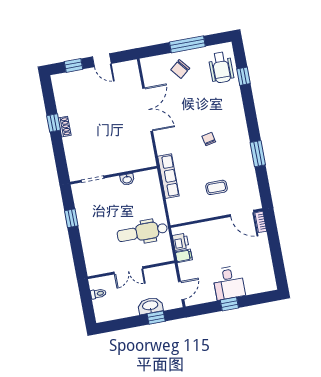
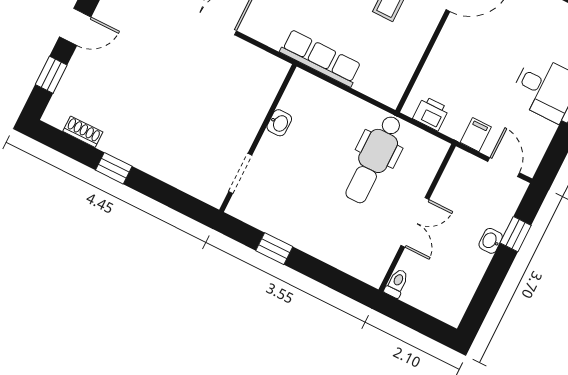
shoe rack: (65, 127) -> (83, 132), moved
filing cabinet: (184, 256) -> (476, 135), moved
toilet: (98, 294) -> (397, 283), moved
washbasin: (150, 306) -> (491, 241), width x0.52, depth x0.69

